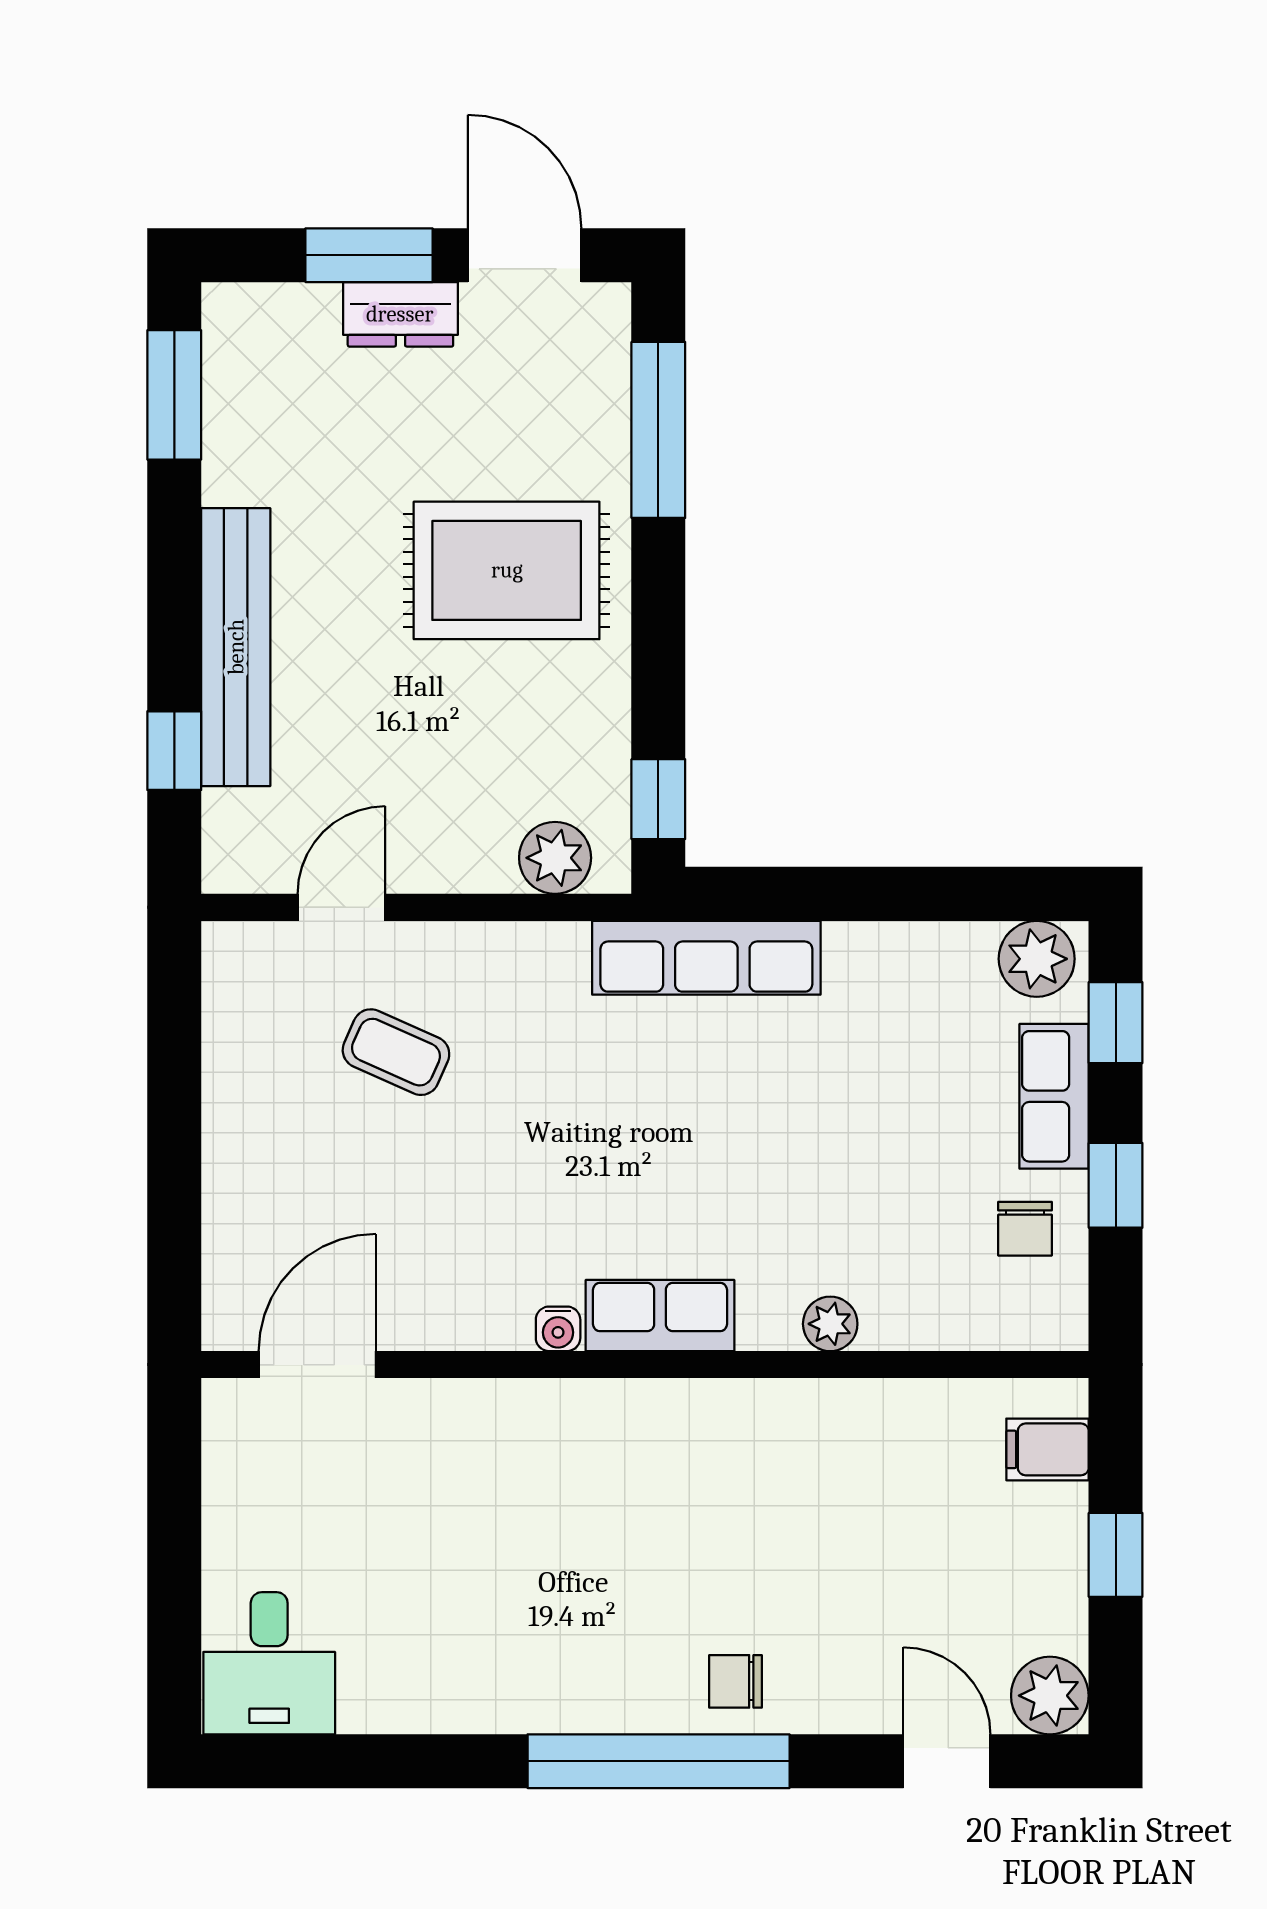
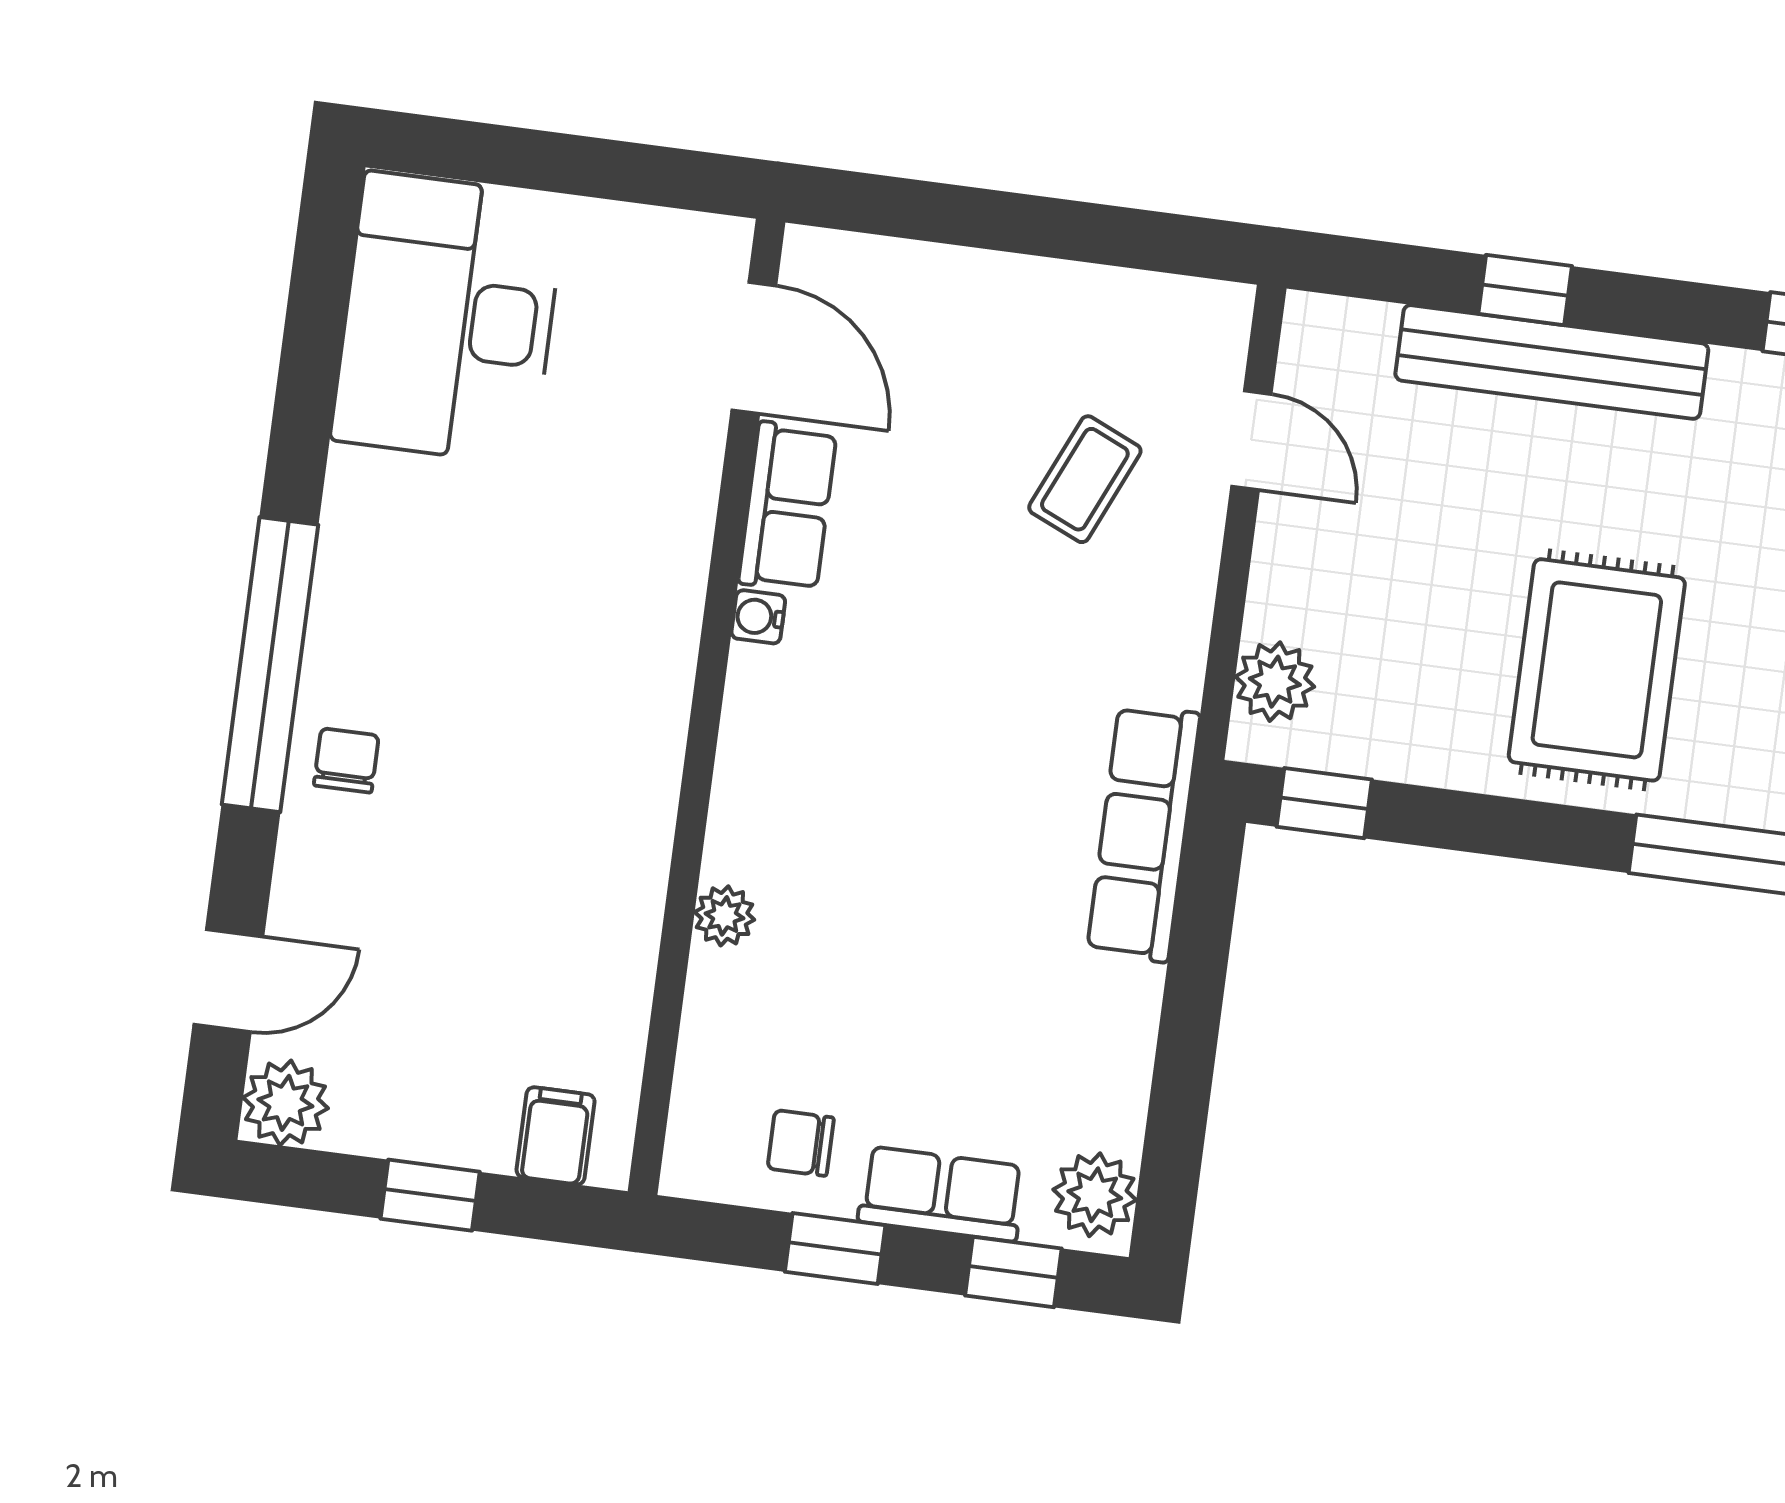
window: (174, 751) -> (1525, 290), moved
row of seats: (660, 1316) -> (788, 507), moved
desk: (269, 1663) -> (449, 318), width x1.87, depth x1.30

